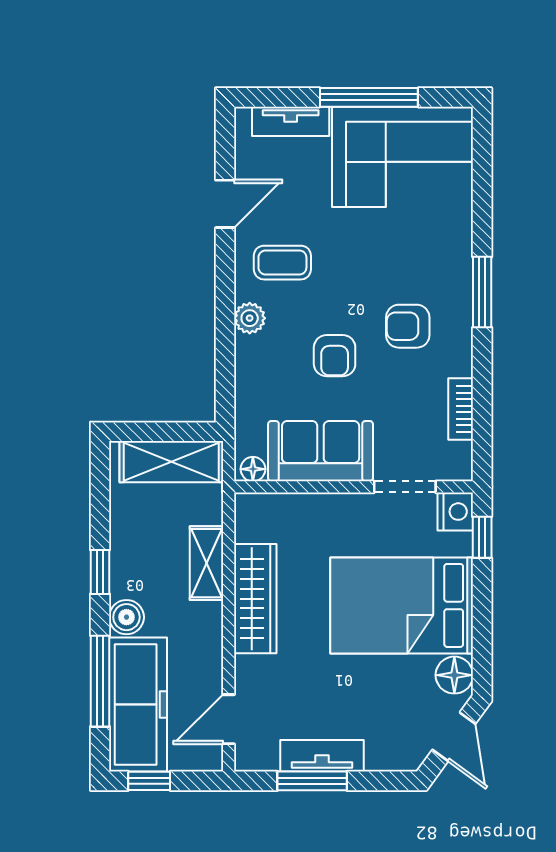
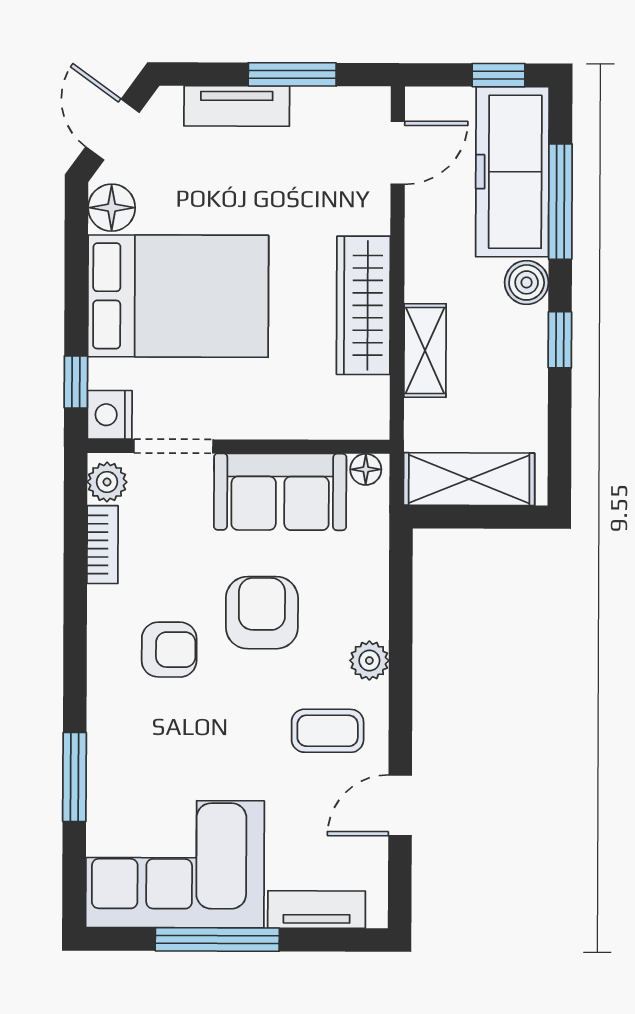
window: (482, 292) -> (74, 777), moved
armchair: (335, 356) -> (262, 613), width x1.38, depth x1.38
plant: (457, 458) -> (107, 482), added
tv unit: (322, 756) -> (237, 106), moved

